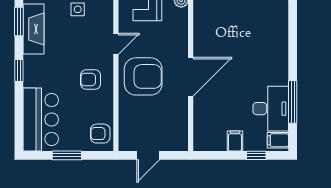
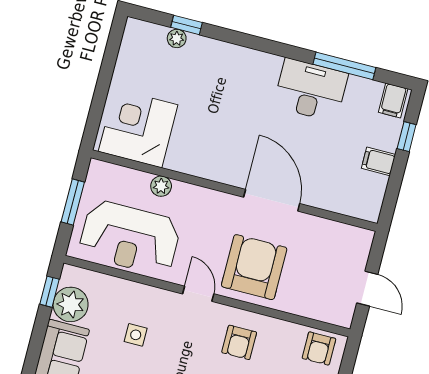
desk: (271, 109) -> (311, 90), moved

